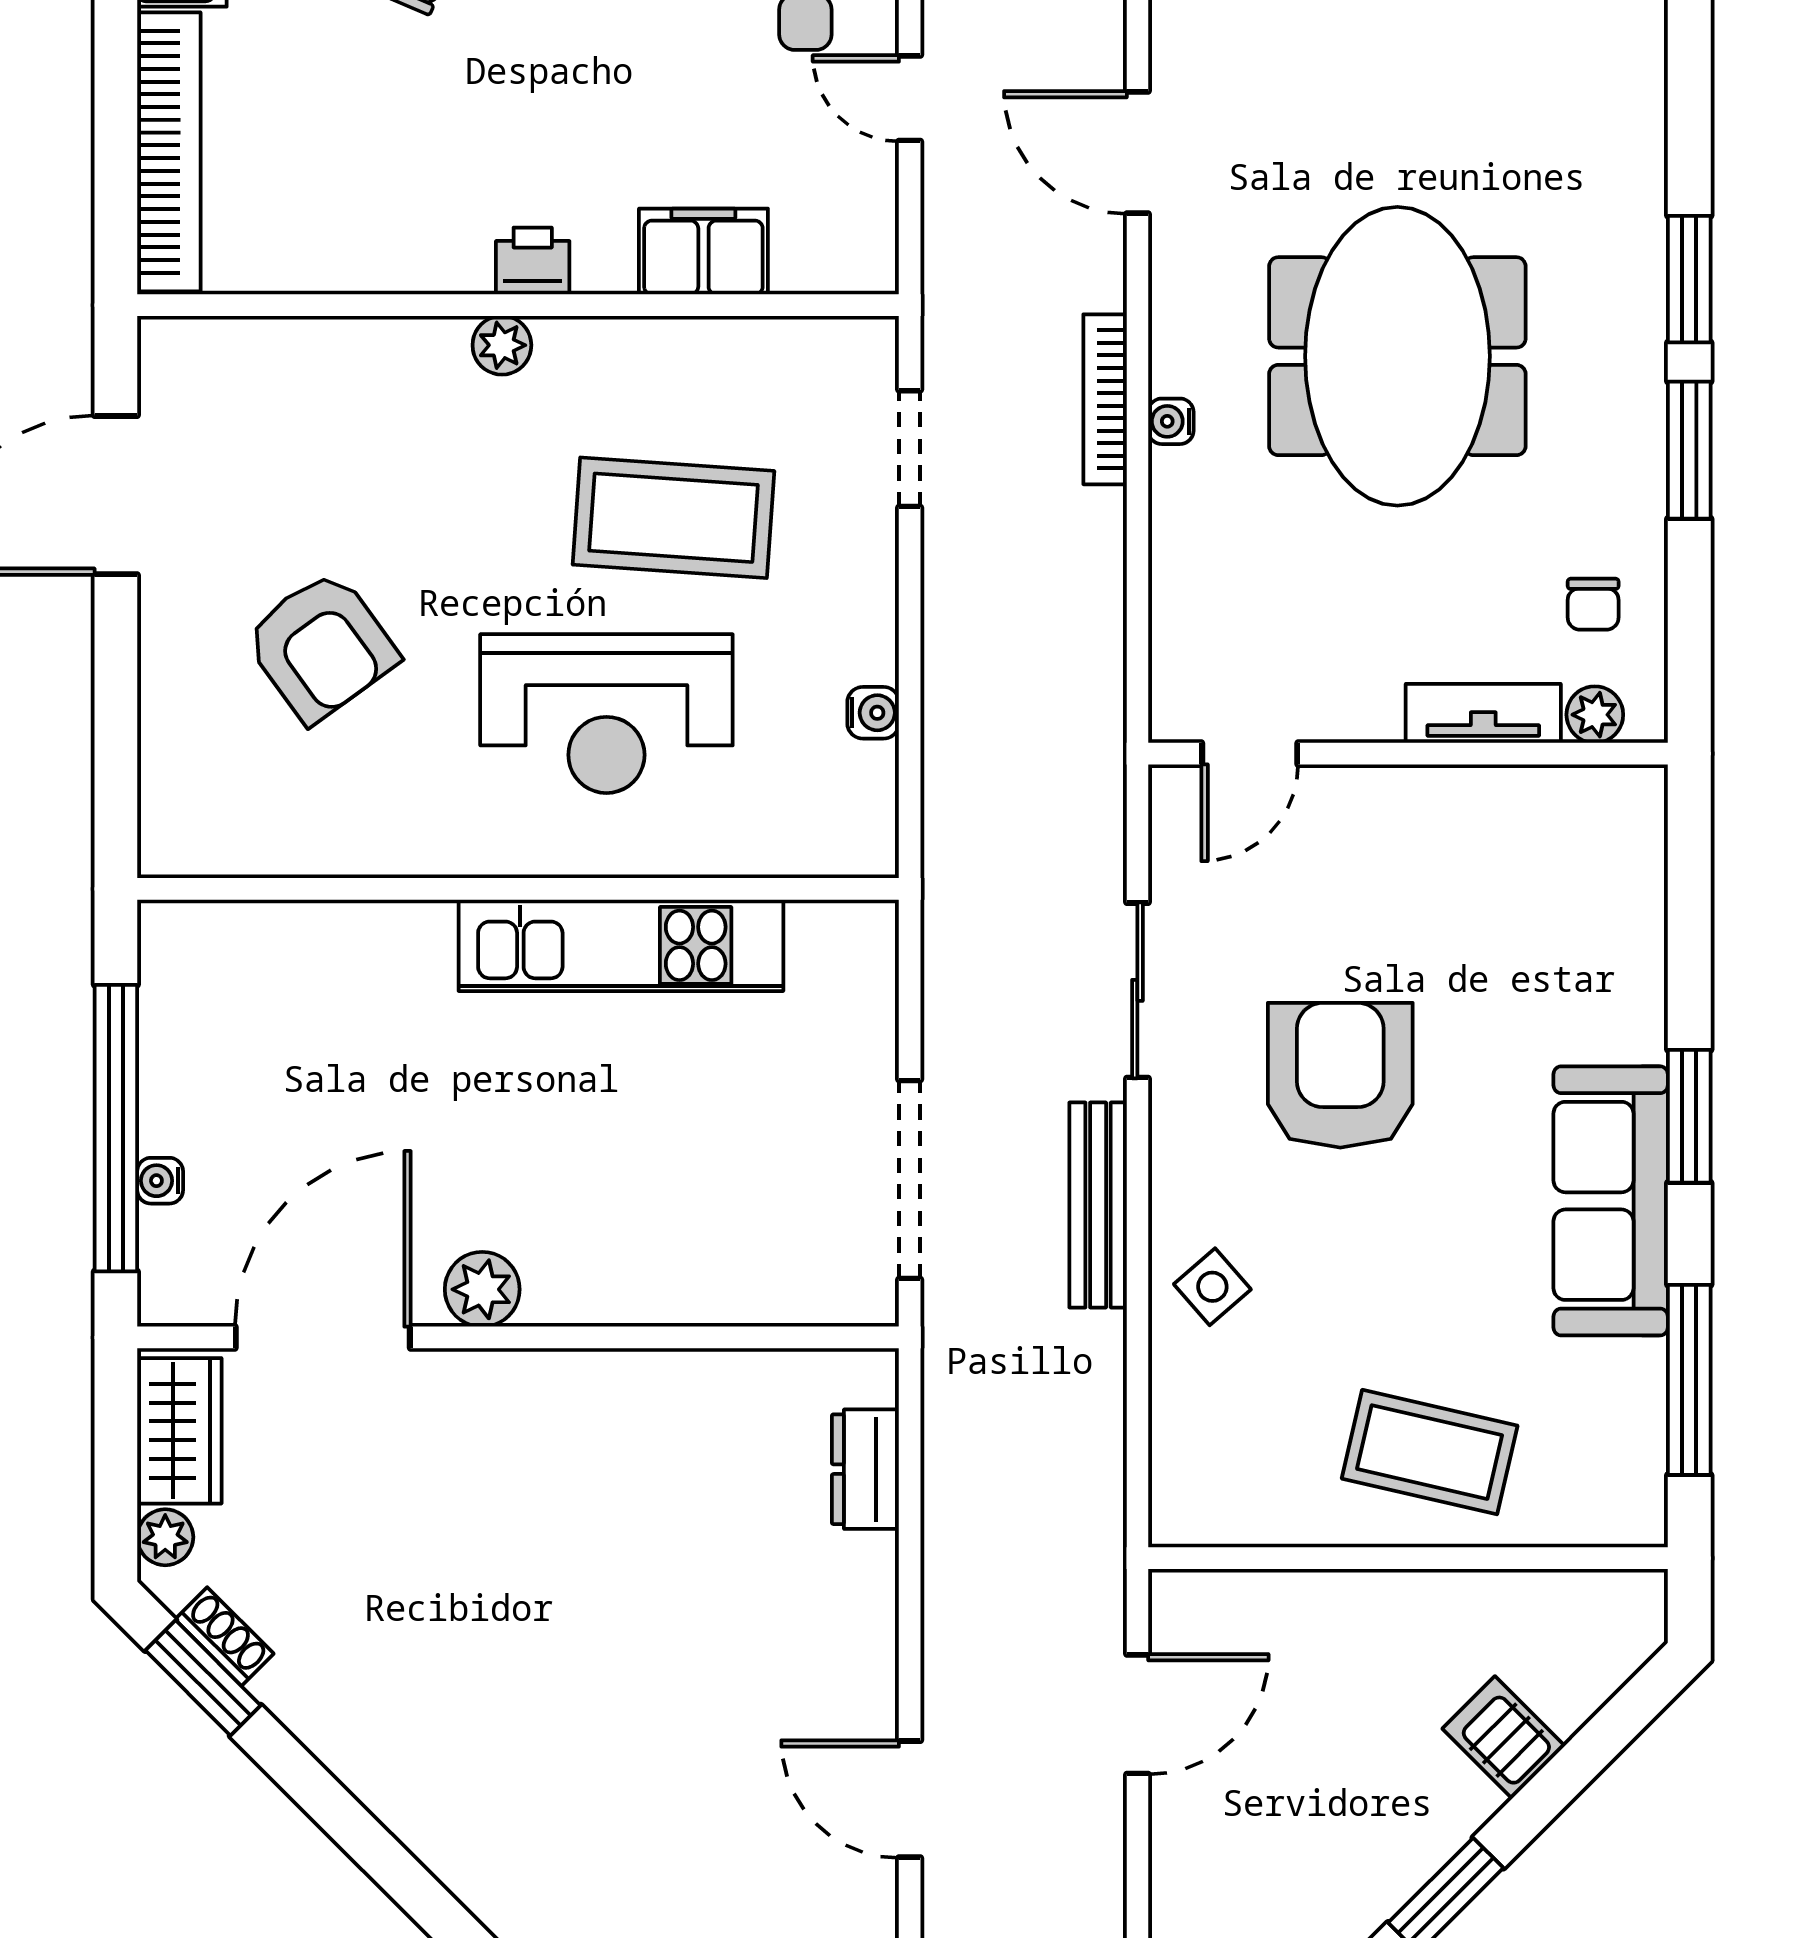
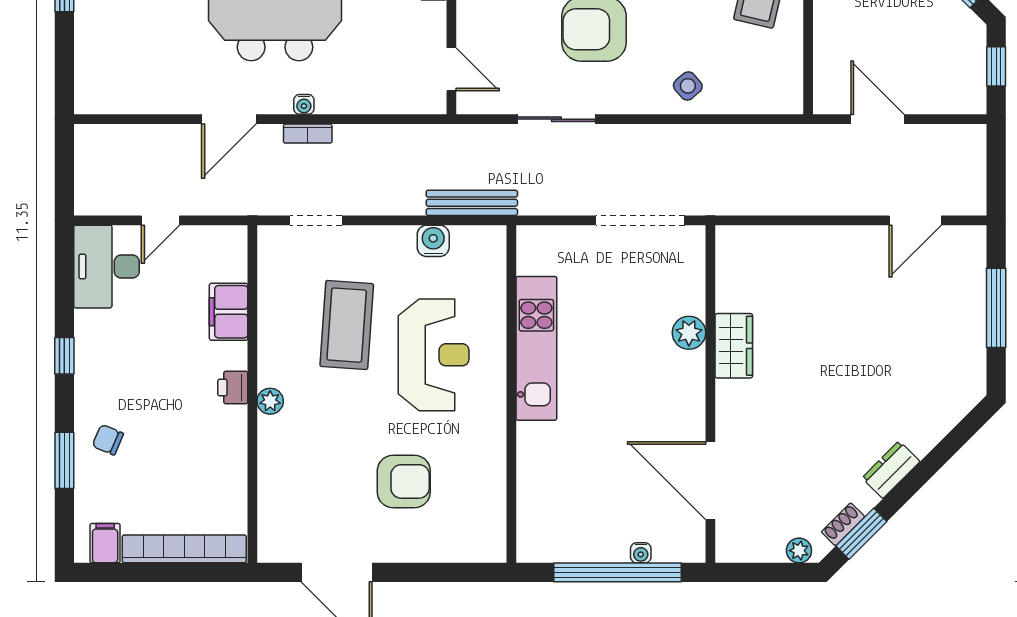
door: (1137, 152) -> (229, 119), moved
bookcase: (1105, 399) -> (308, 134), width x0.64
armchair: (321, 646) -> (404, 481), turned 36
water cooler: (873, 713) -> (433, 241), width x1.38, depth x1.38
bench: (1098, 1205) -> (472, 203), moved
plant: (482, 1289) -> (689, 333), moved
wardrobe: (179, 1431) -> (734, 346), moved, turned 90
dresser: (865, 1469) -> (891, 470), moved, turned 135

